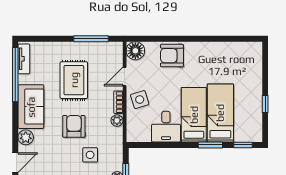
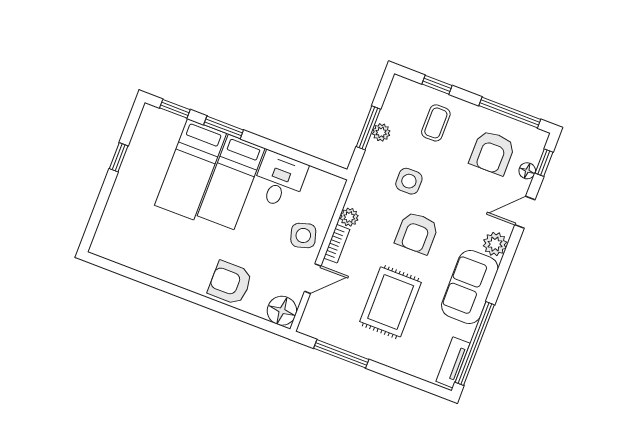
armchair: (172, 56) -> (230, 283), turned 180

